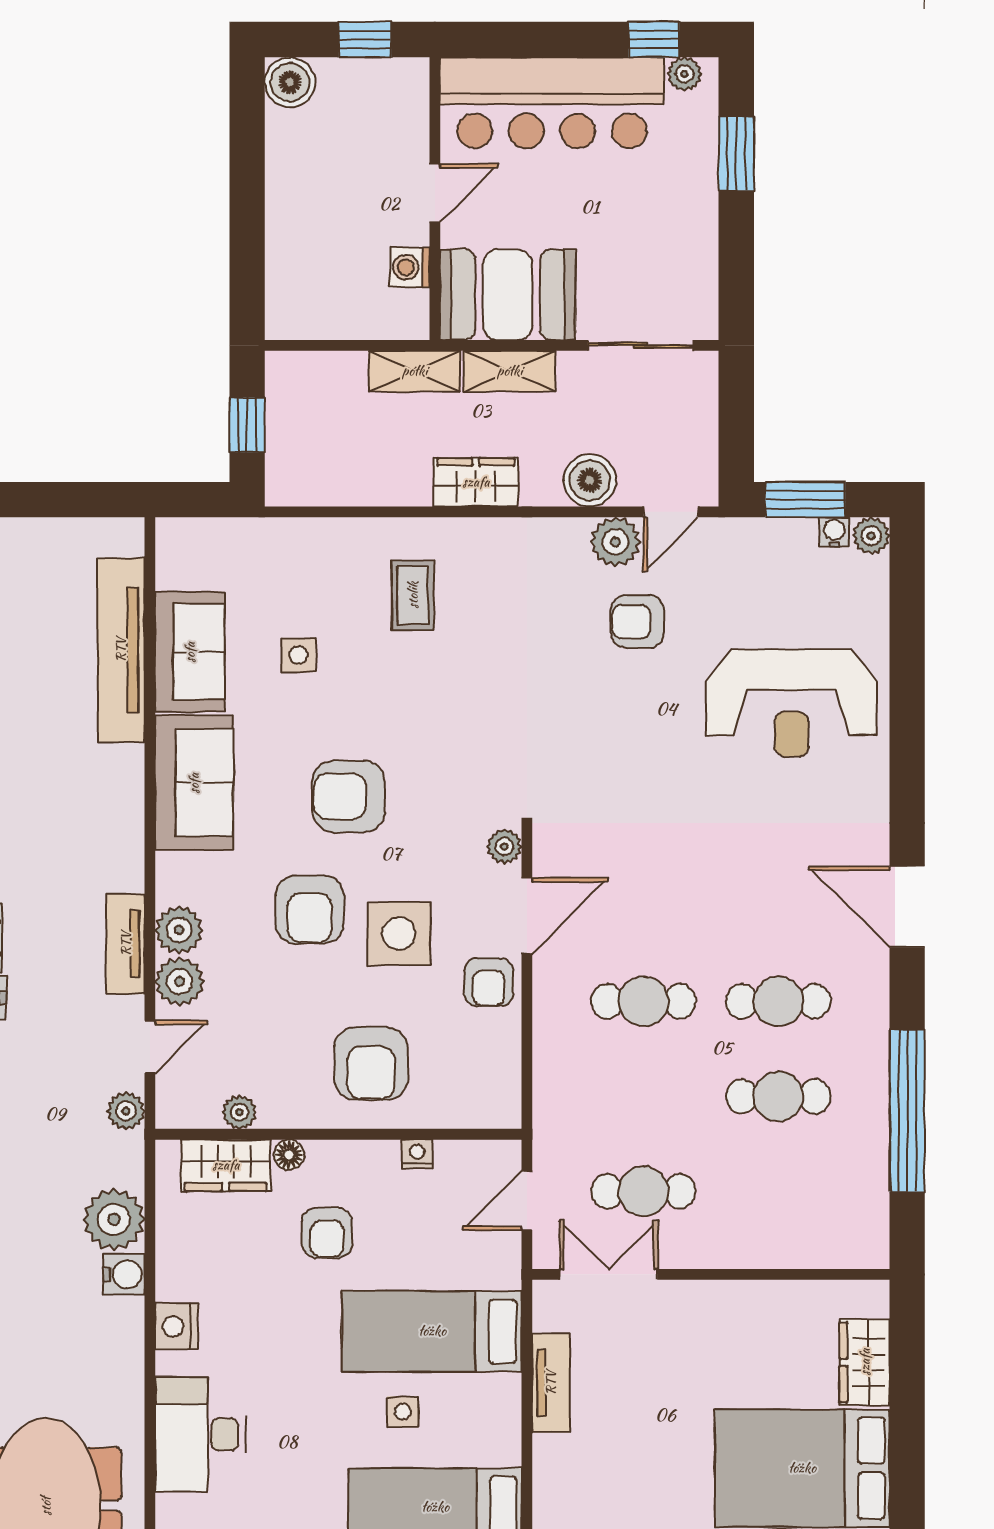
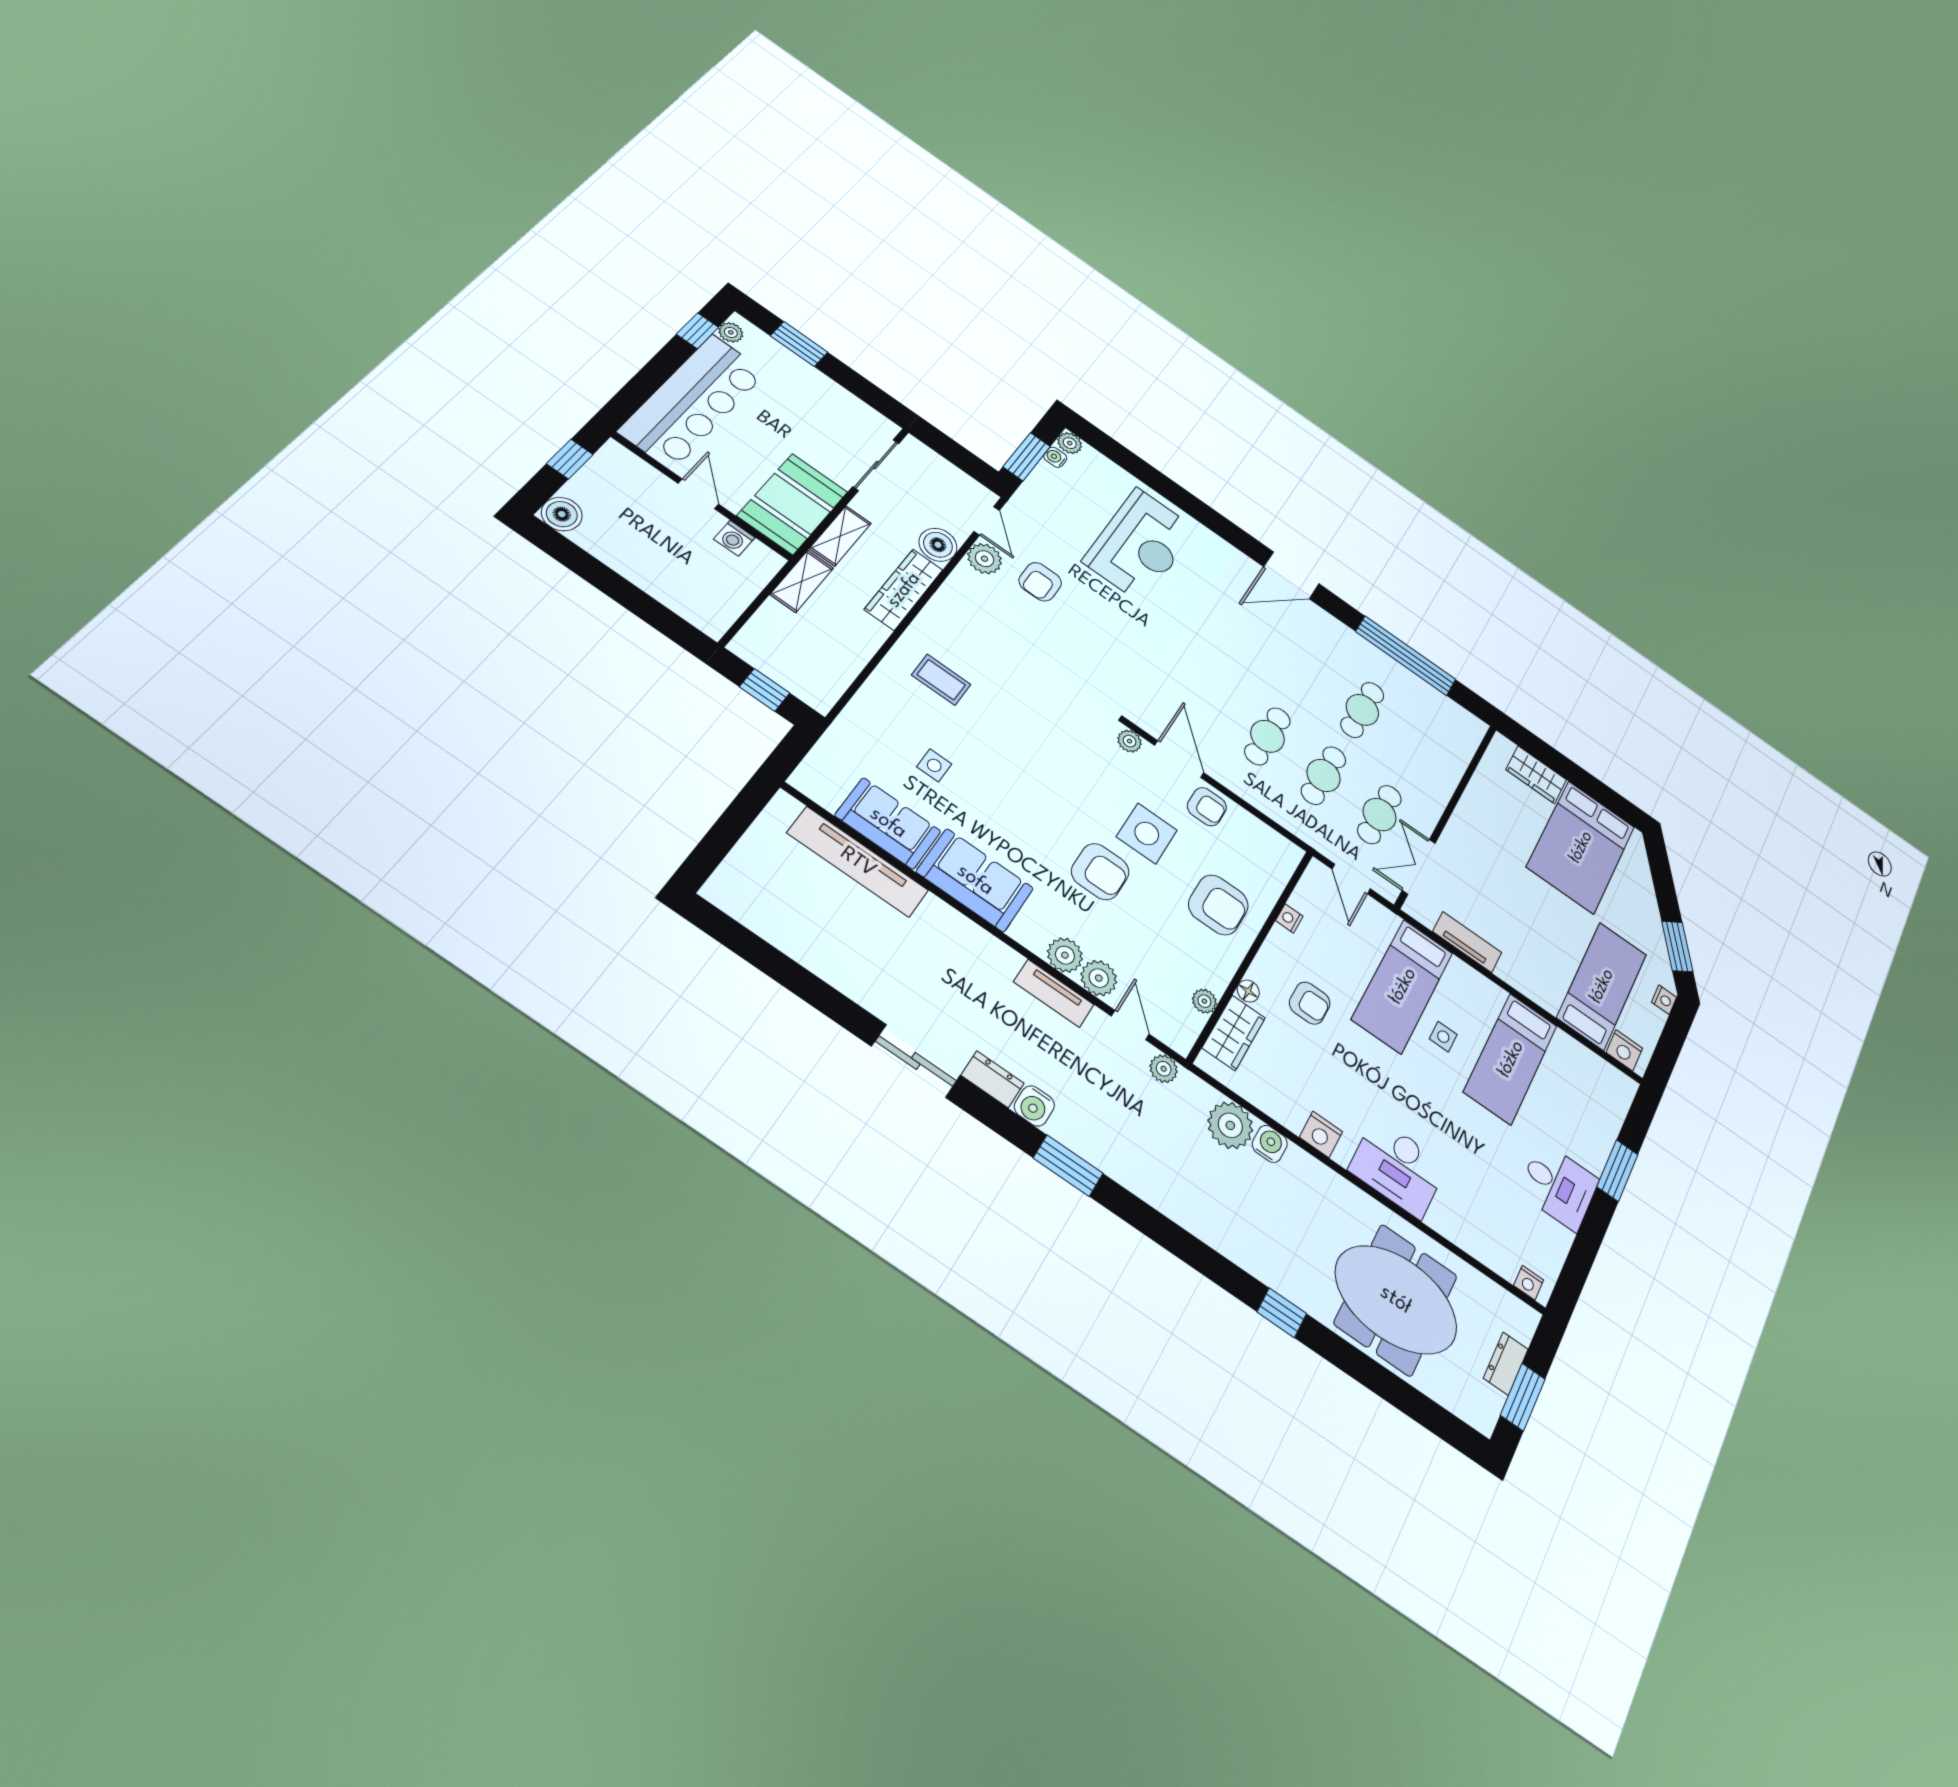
wardrobe: (476, 482) -> (904, 590), width x1.50
armchair: (349, 796) -> (1043, 801), removed
cafe table: (778, 1001) -> (1324, 775), moved

